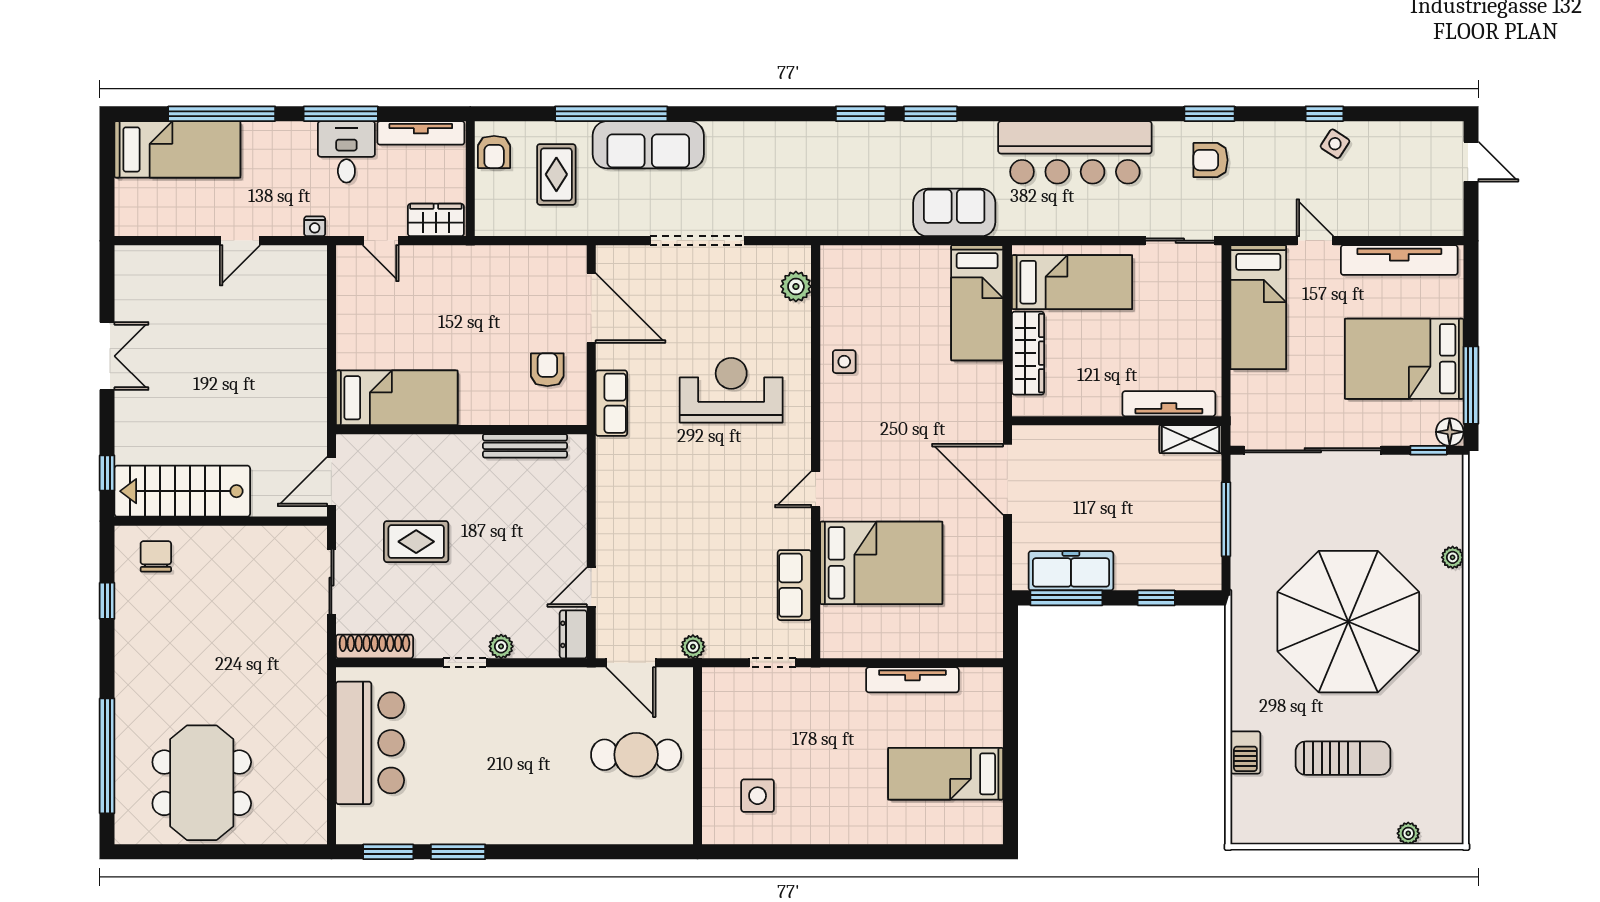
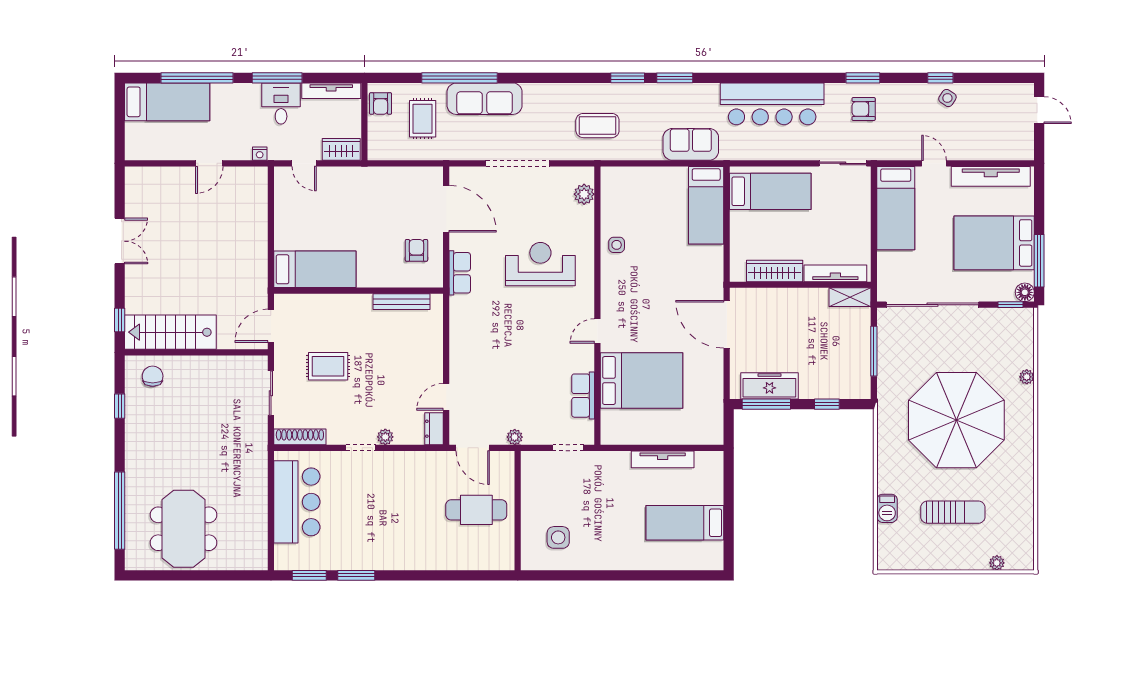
coffee table: (816, 185) -> (597, 126), added
wardrobe: (1028, 353) -> (775, 271), moved, turned -90

